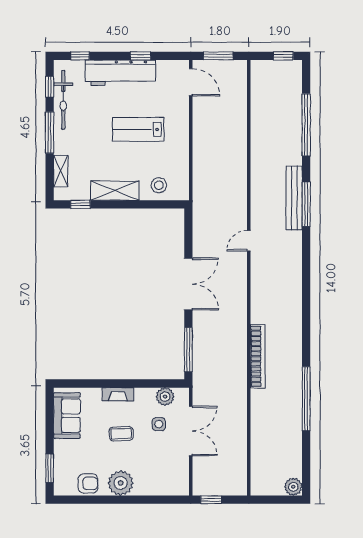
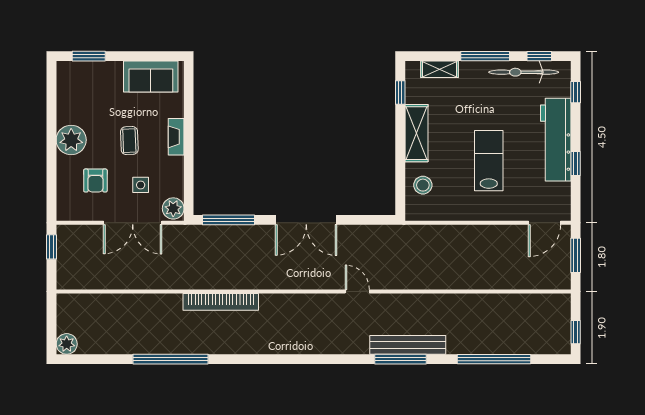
plant: (165, 397) -> (173, 208), moved
armchair: (88, 483) -> (95, 181), moved

